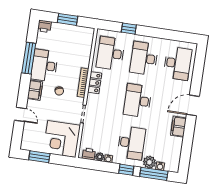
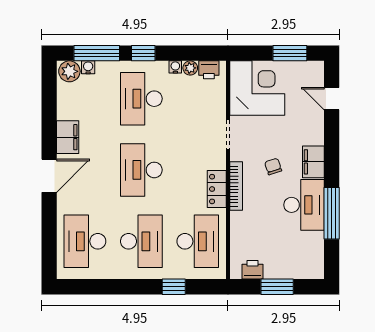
printer: (44, 26) -> (253, 270), moved
desk: (138, 101) -> (141, 170), turned 180
door: (20, 114) -> (332, 99), moved
plant: (149, 162) -> (69, 71), moved

